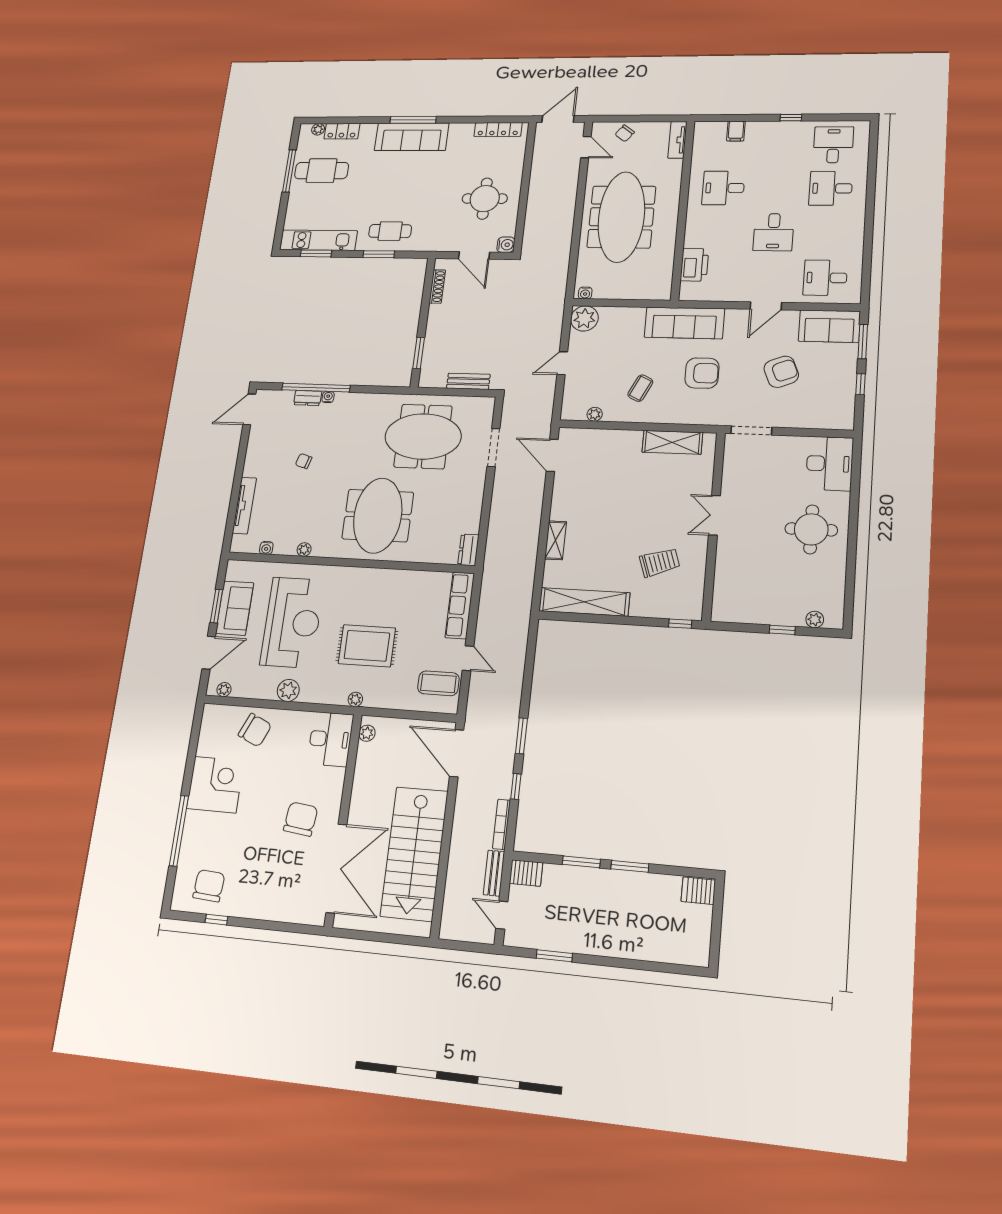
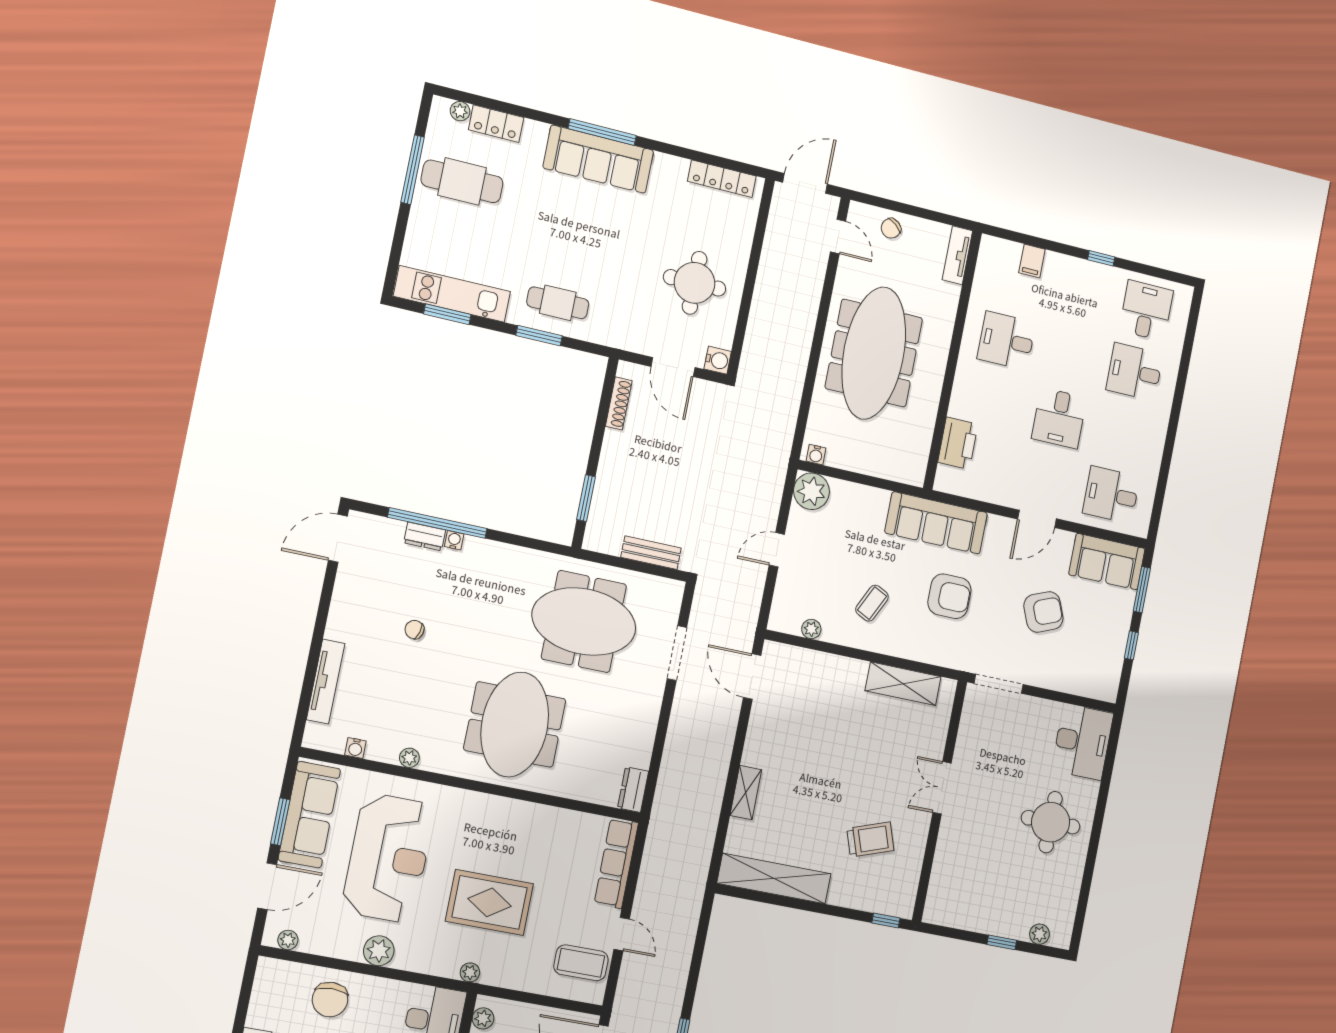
sofa: (235, 608) -> (309, 815), width x1.36
chair: (255, 730) -> (330, 1000), turned 66

